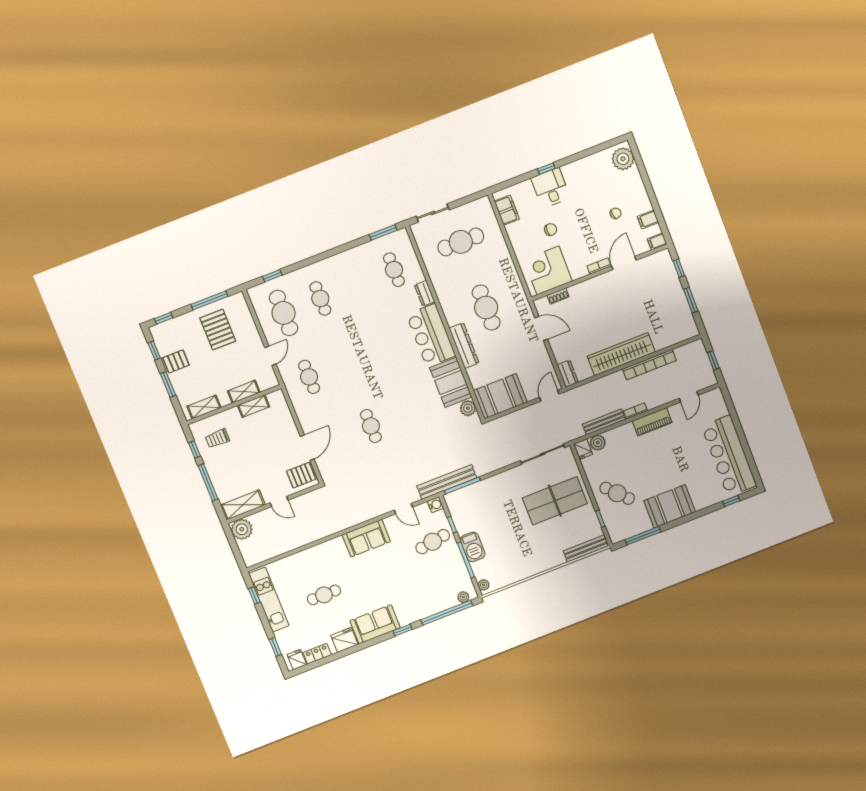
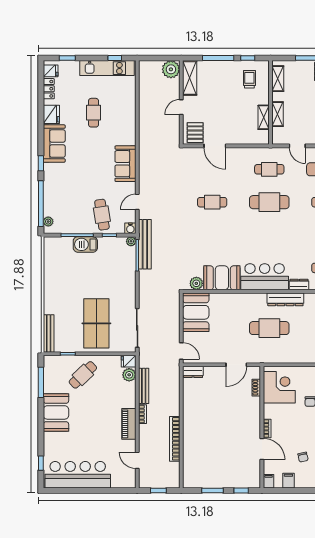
dresser: (464, 346) -> (285, 299), moved
wardrobe: (621, 354) -> (192, 420), removed
cafe table: (346, 363) -> (269, 202), added
plant: (484, 585) -> (131, 241), moved

